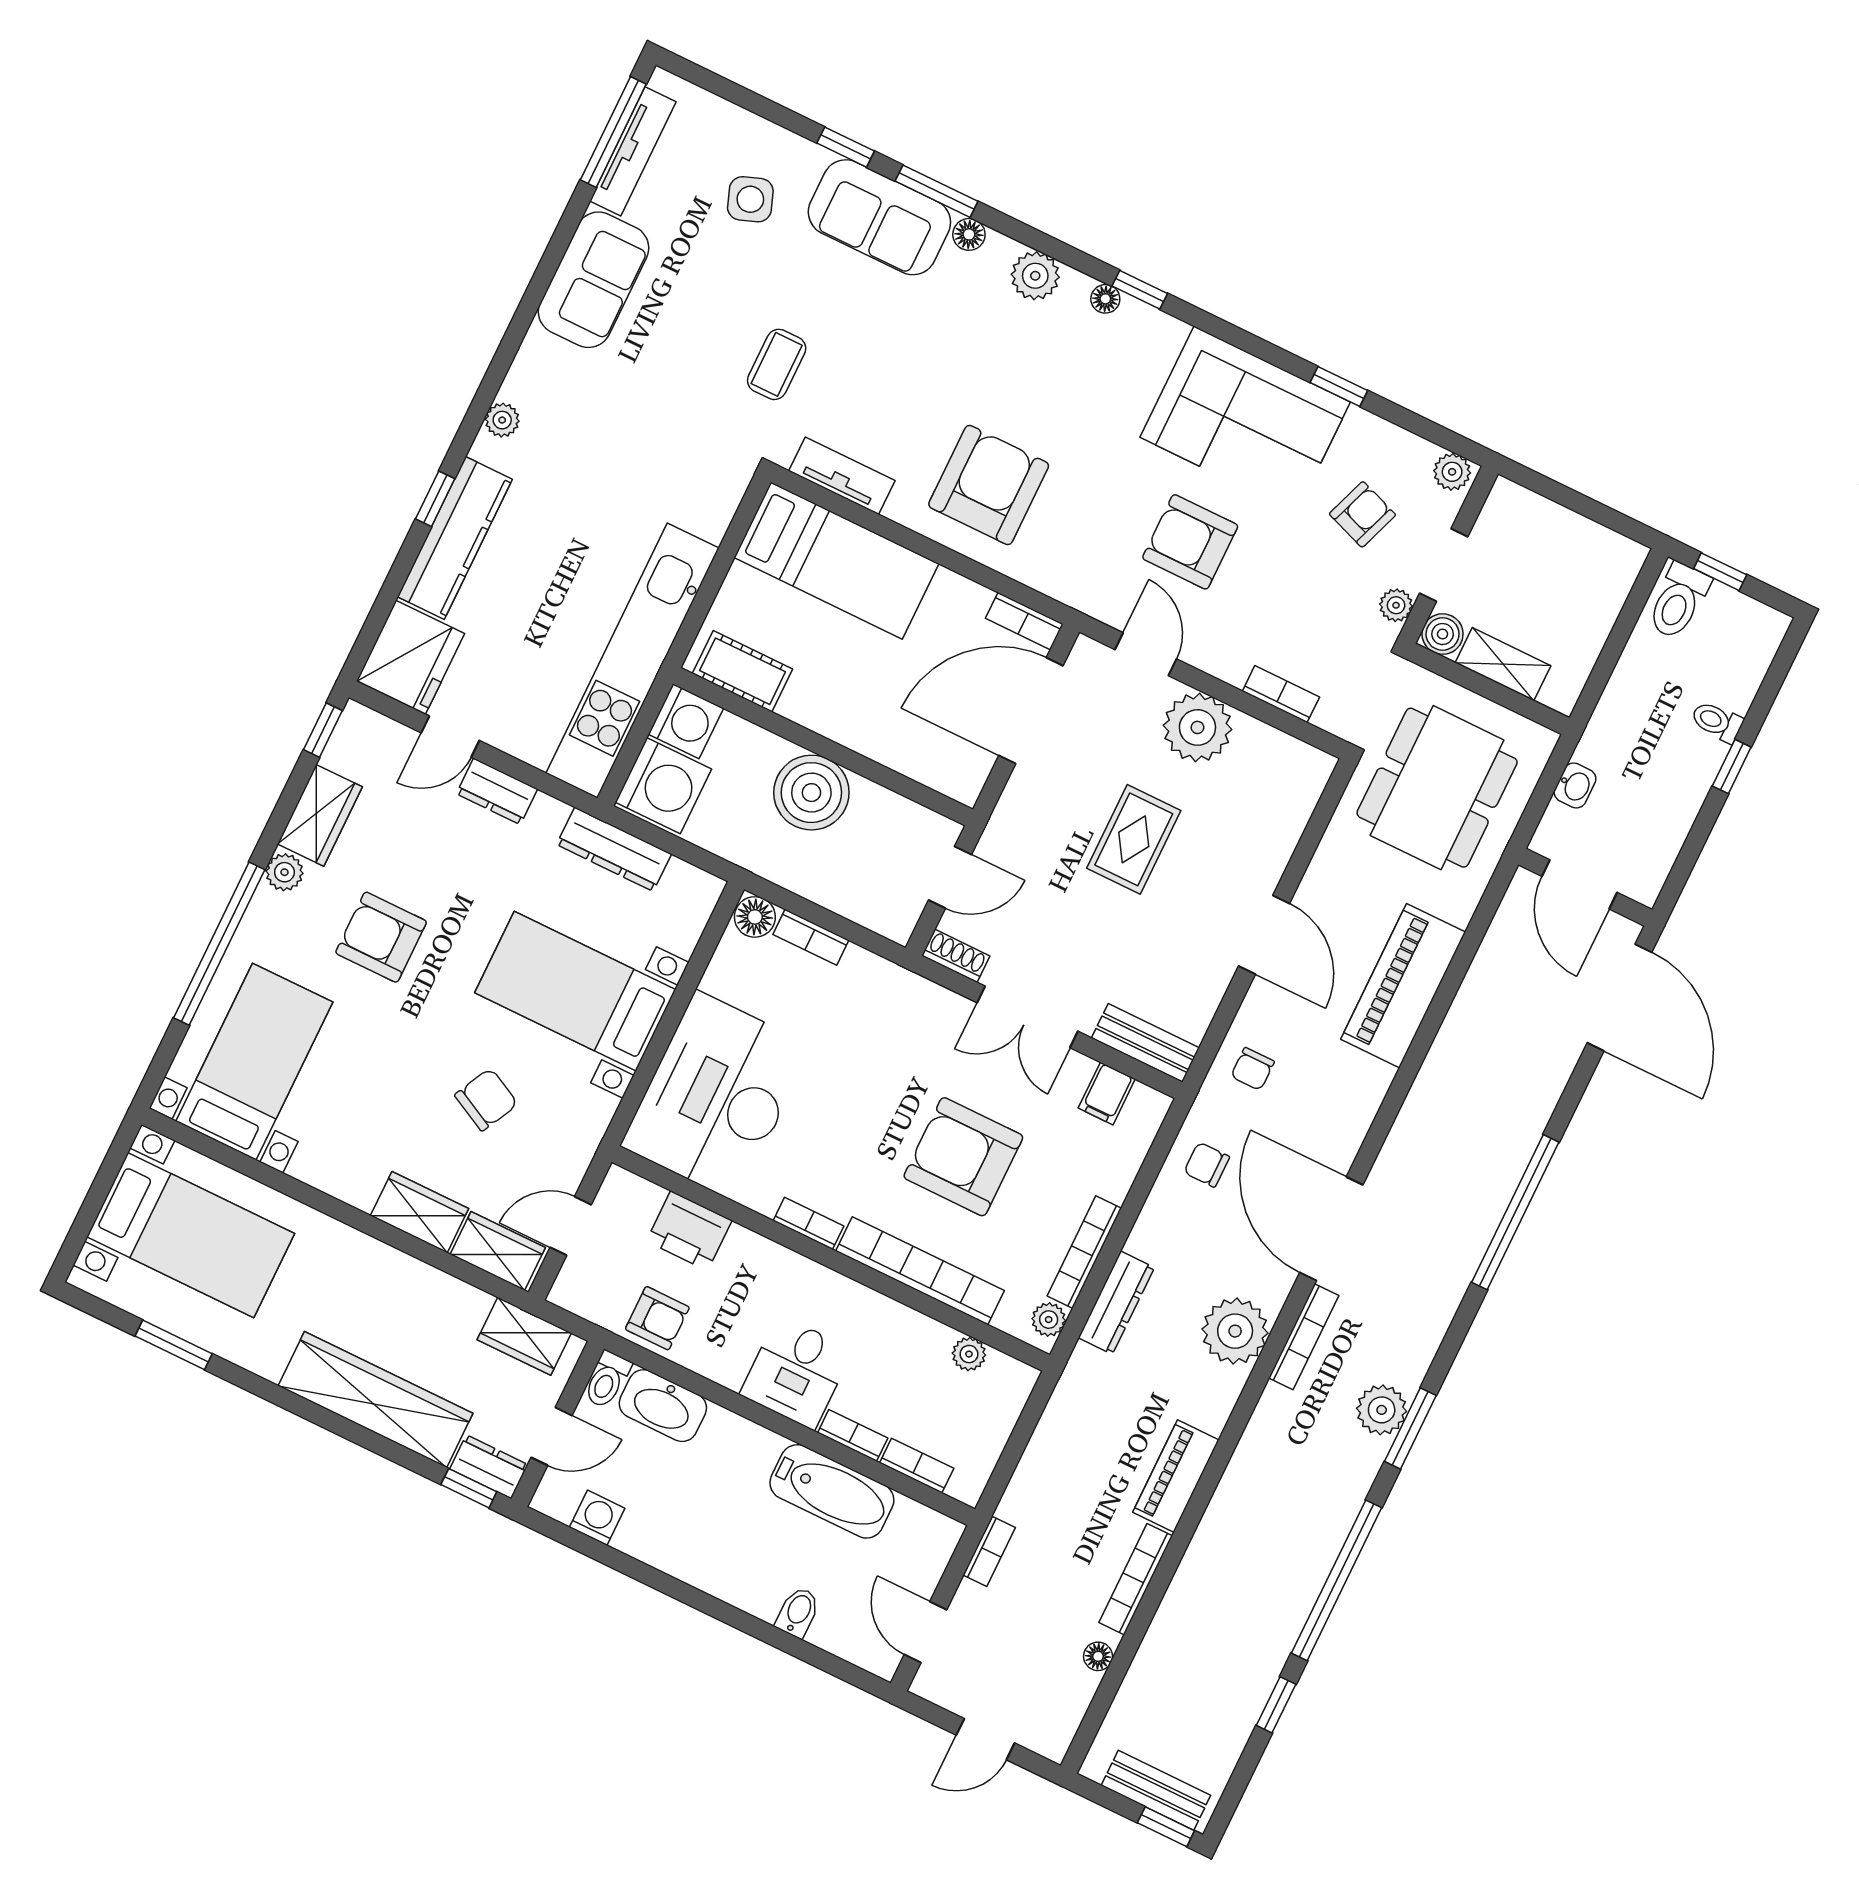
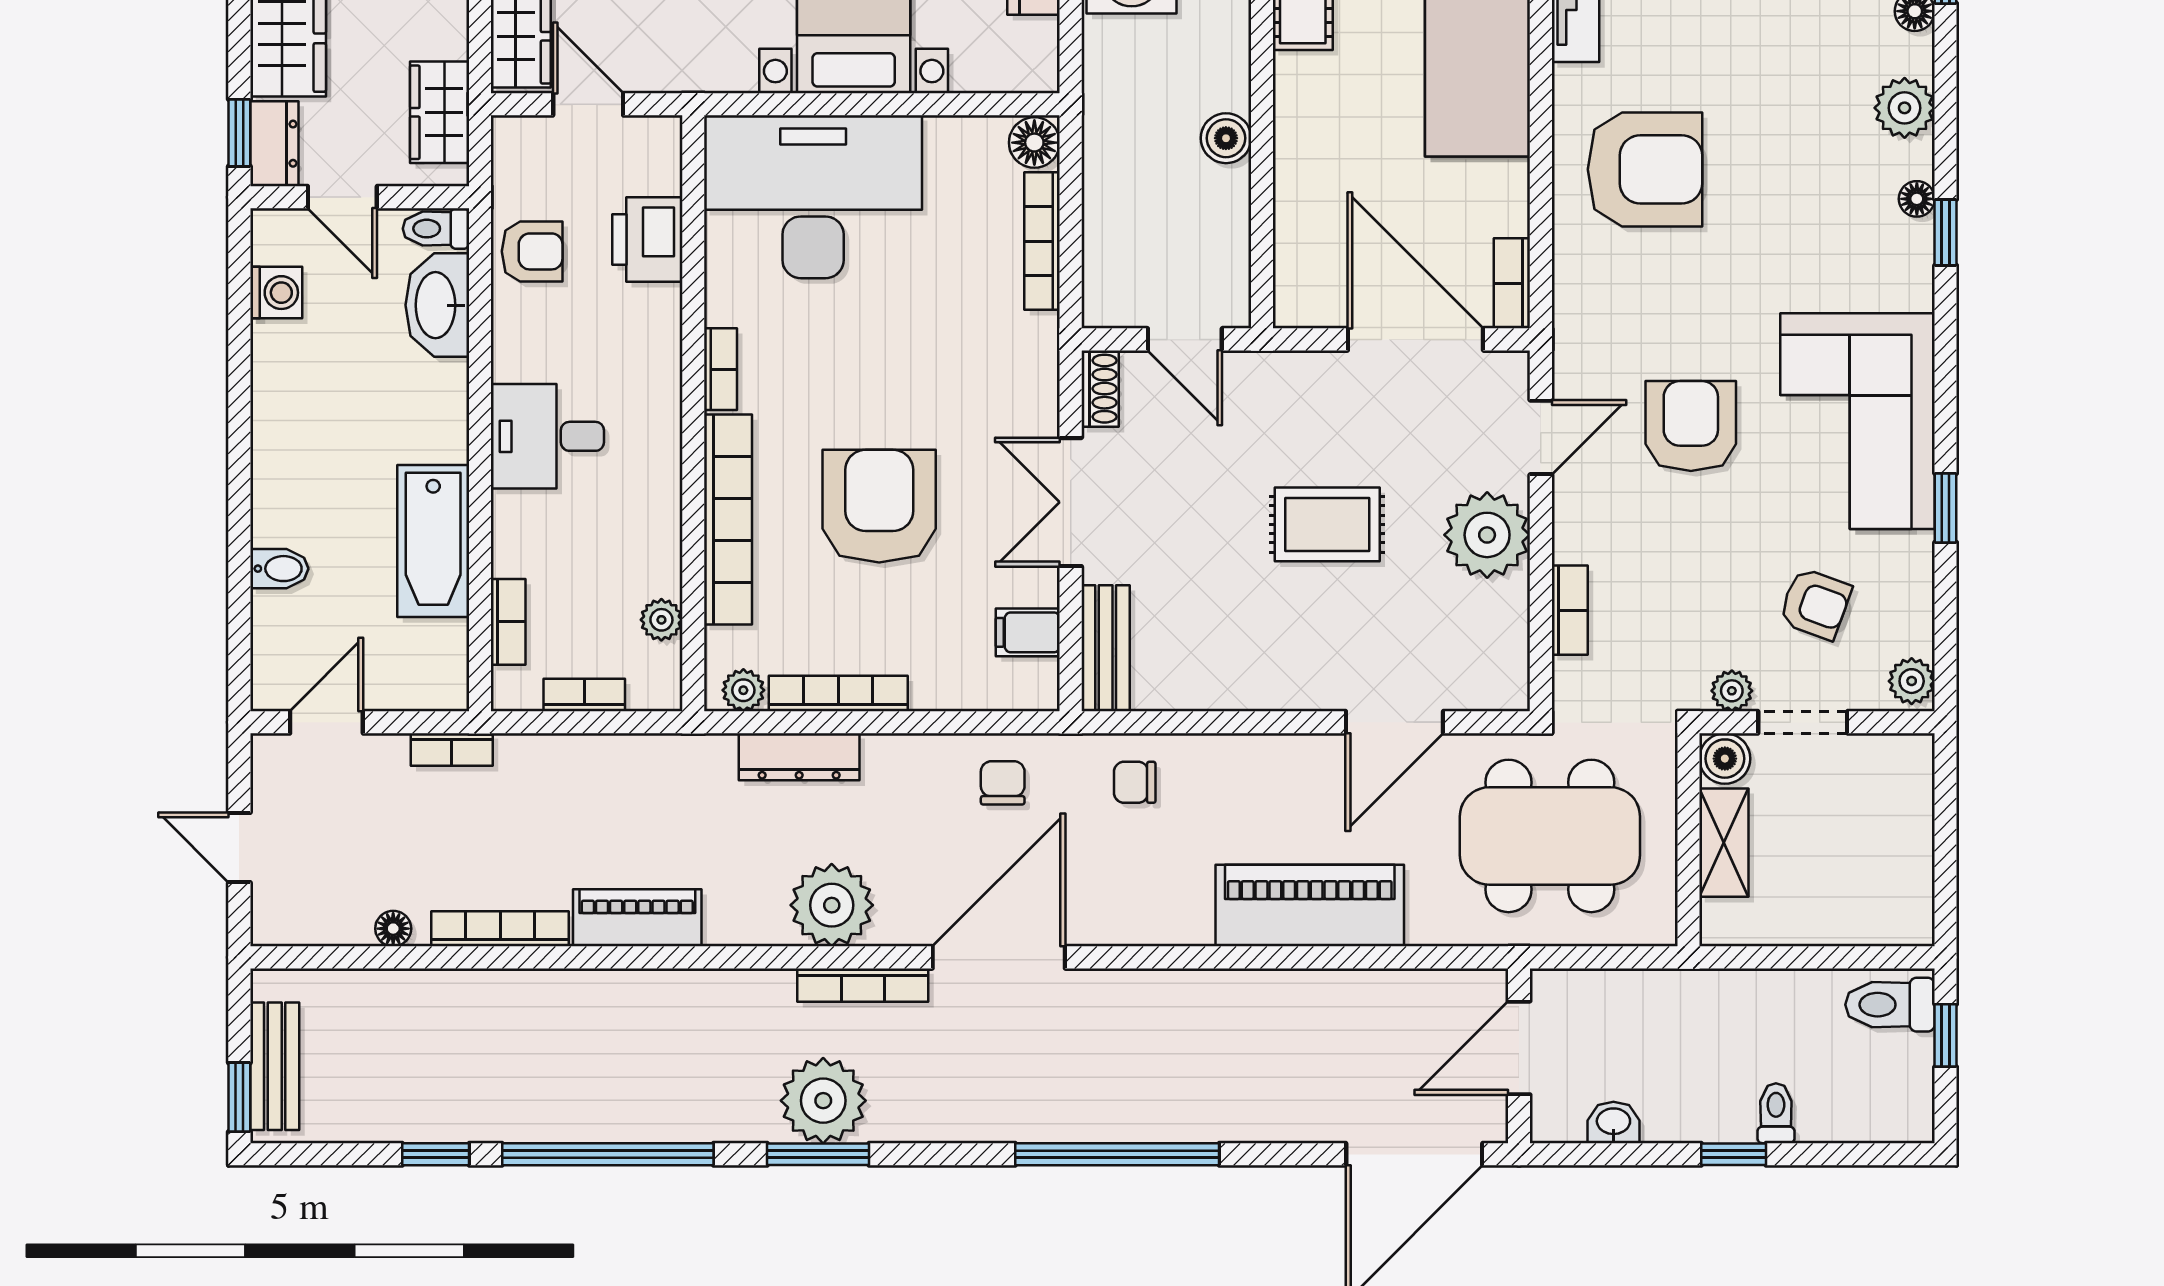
washbasin: (1575, 785) -> (1613, 1122), moved, turned 180
boiler: (811, 793) -> (1226, 138), width x0.54, depth x0.54
door: (1264, 935) -> (1394, 722), moved
bookcase: (811, 937) -> (1042, 241), width x1.56
armchair: (657, 1318) -> (532, 251), turned -90
plant: (1382, 1410) -> (823, 1101), width x1.36, depth x1.36
bookcase: (853, 1435) -> (584, 695), moved, turned -90

